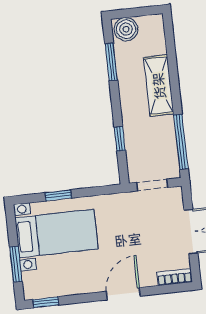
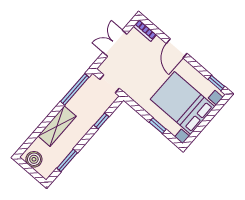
boiler: (126, 29) -> (34, 159), moved
bed with nightstands: (56, 233) -> (183, 103), width x1.36
window: (16, 264) -> (211, 115), removed
door: (123, 294) -> (177, 48), hinge flipped

